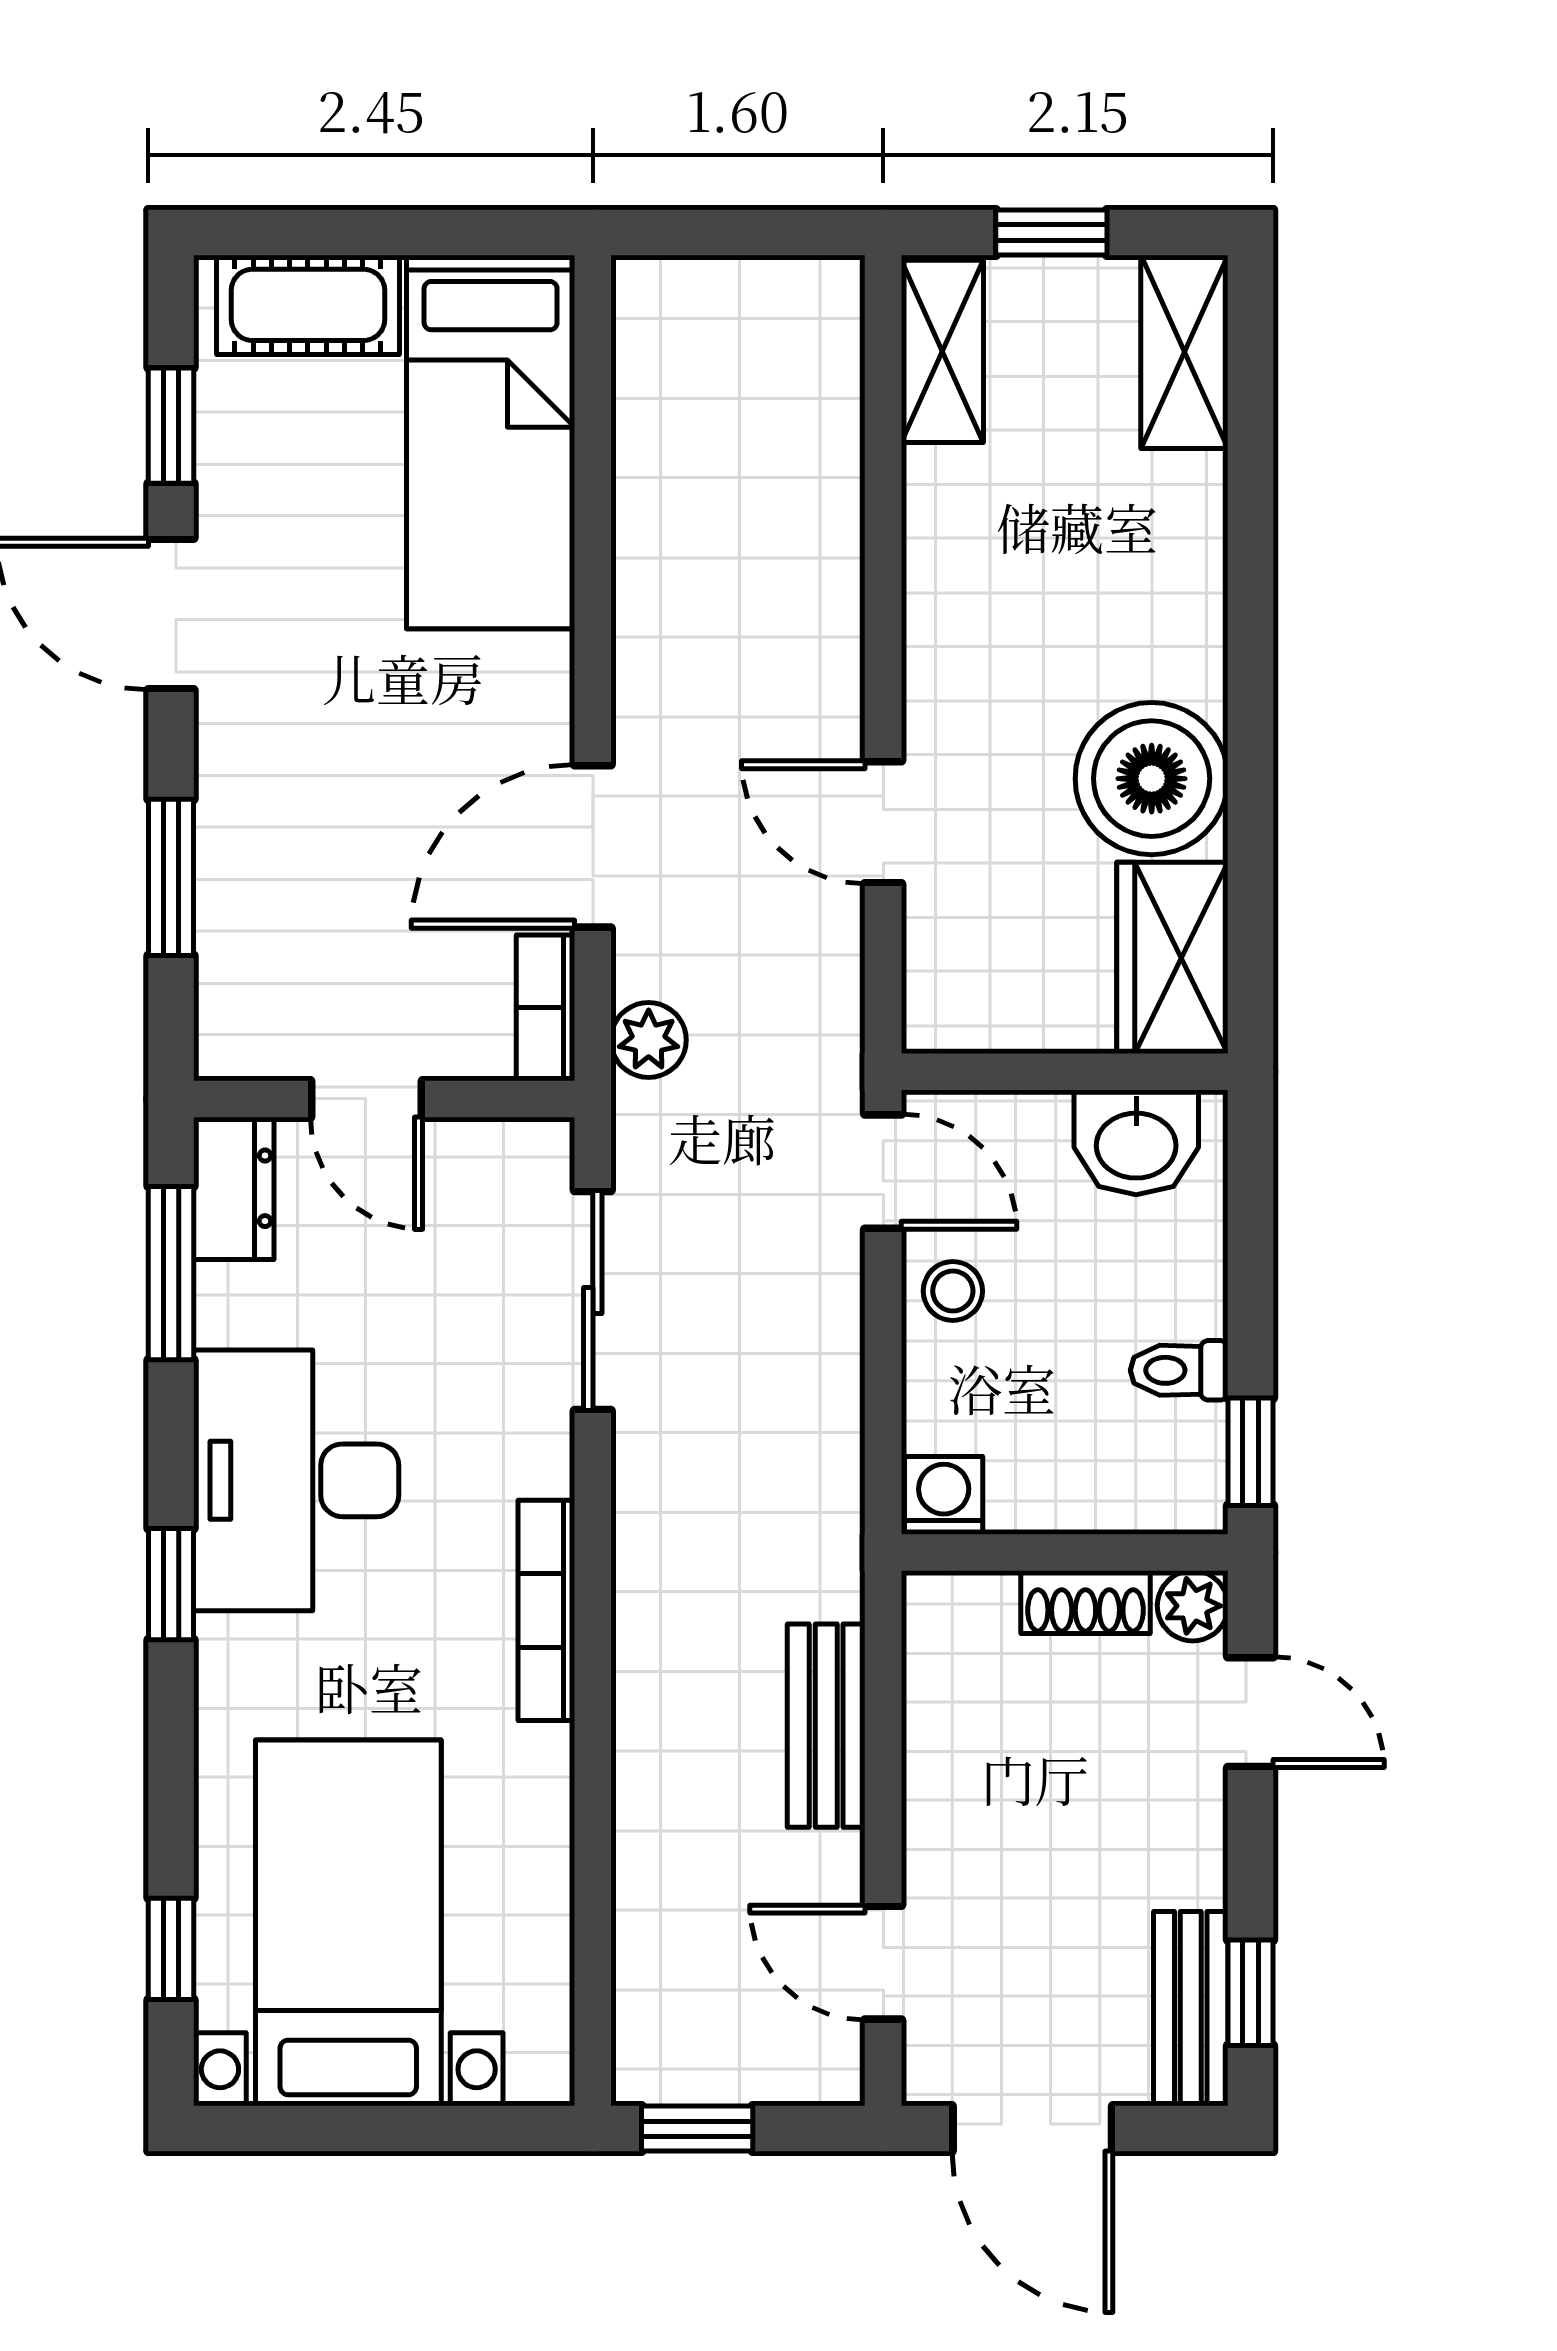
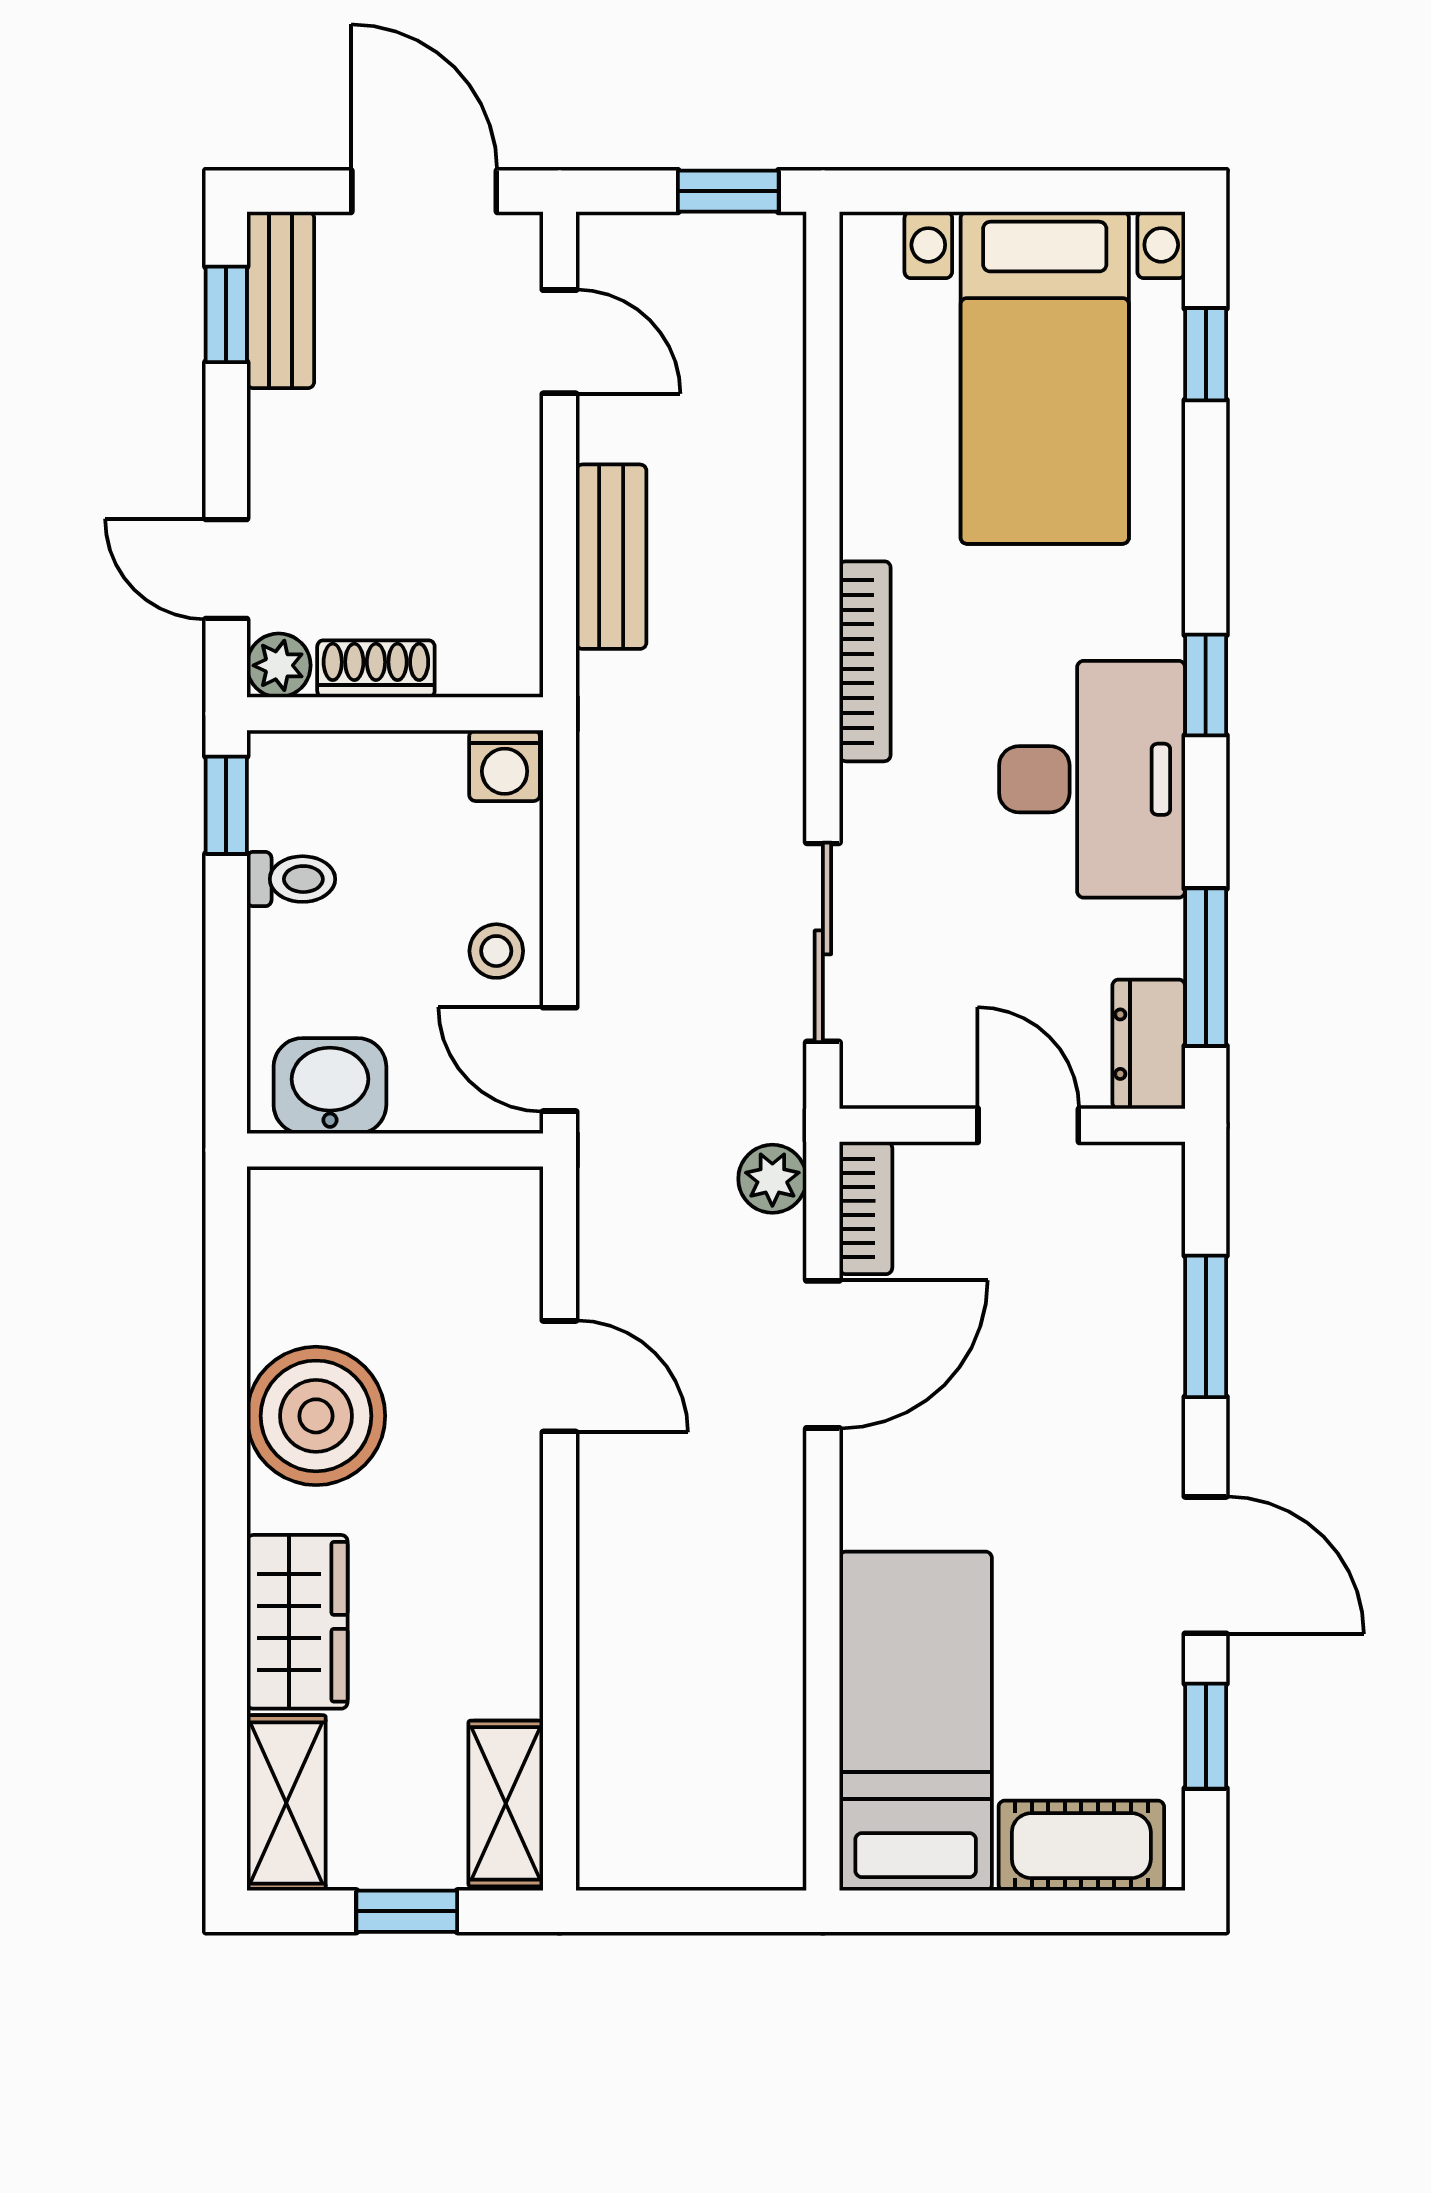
wardrobe: (1172, 958) -> (297, 1622), moved

